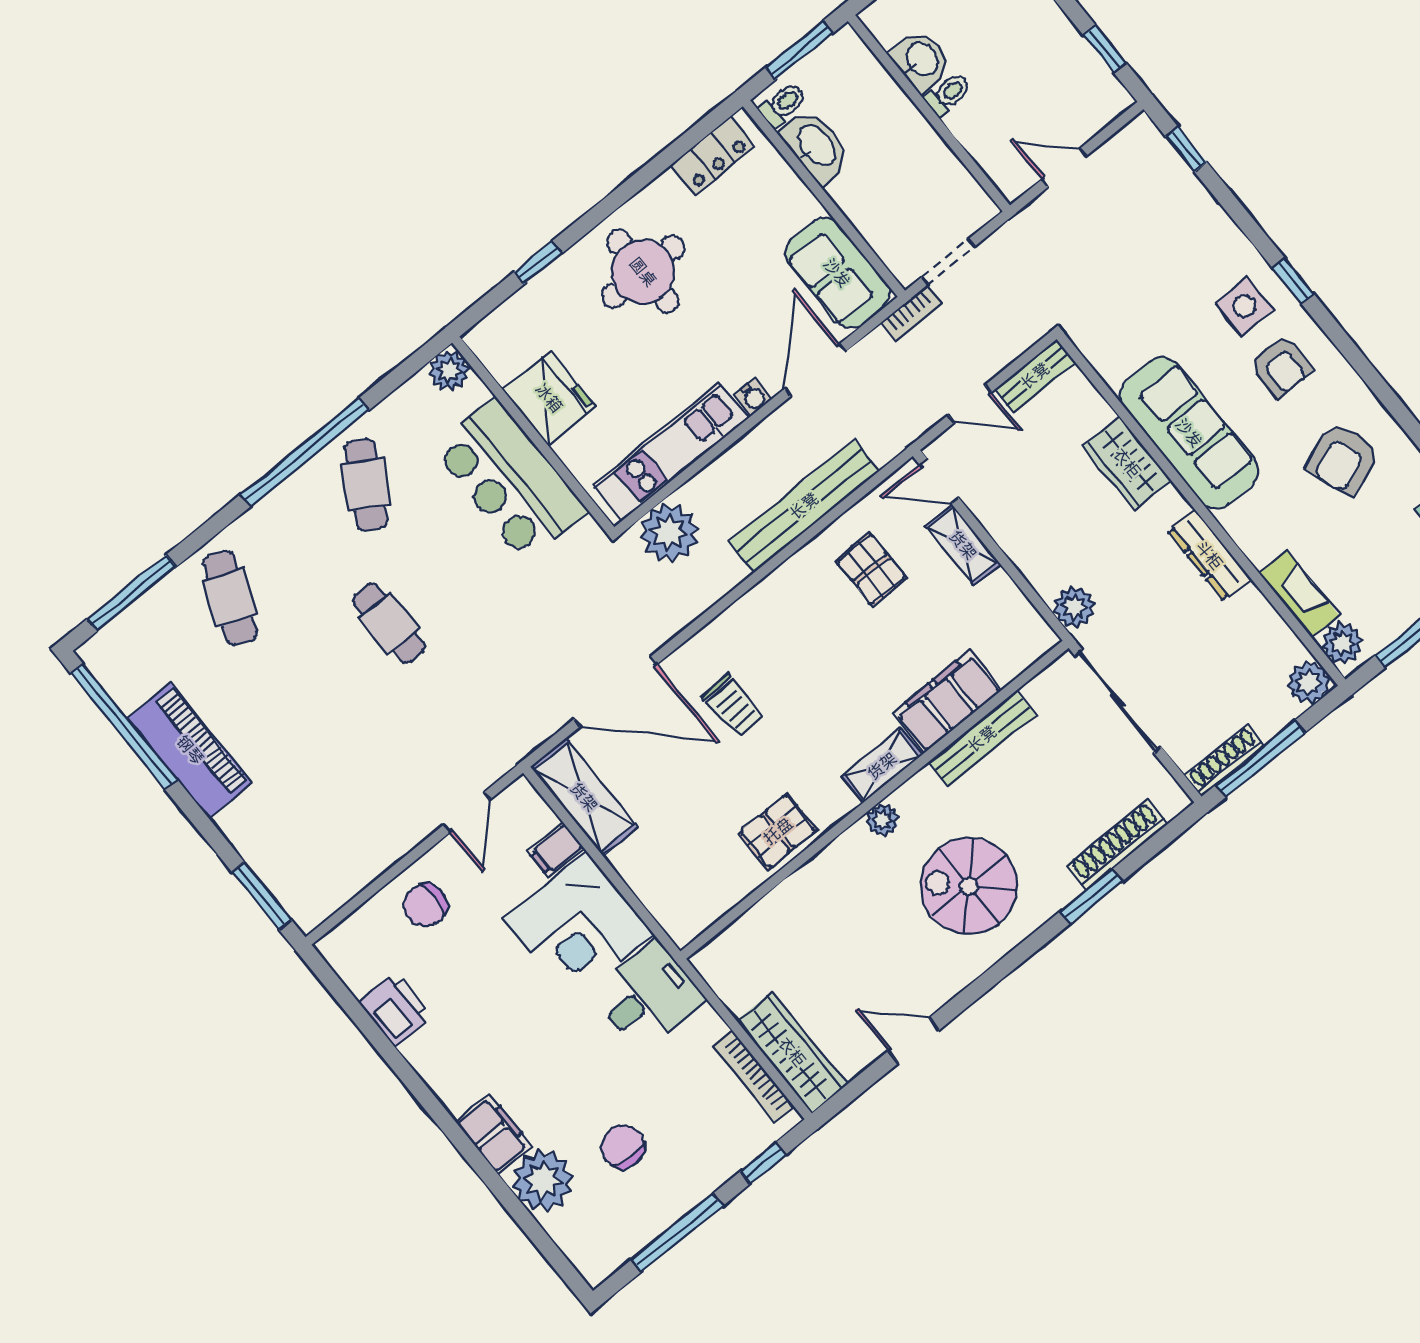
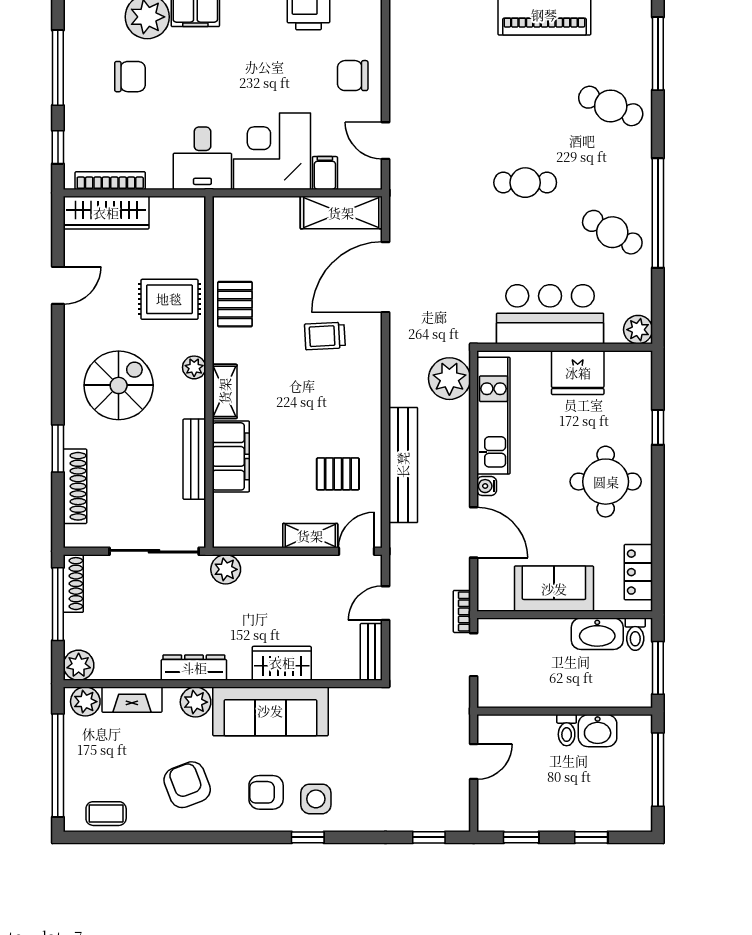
sofa: (837, 273) -> (554, 589), moved
plant: (1245, 523) -> (196, 702), added
chair: (425, 905) -> (353, 76), turned -90
rug: (830, 907) -> (169, 299), added

